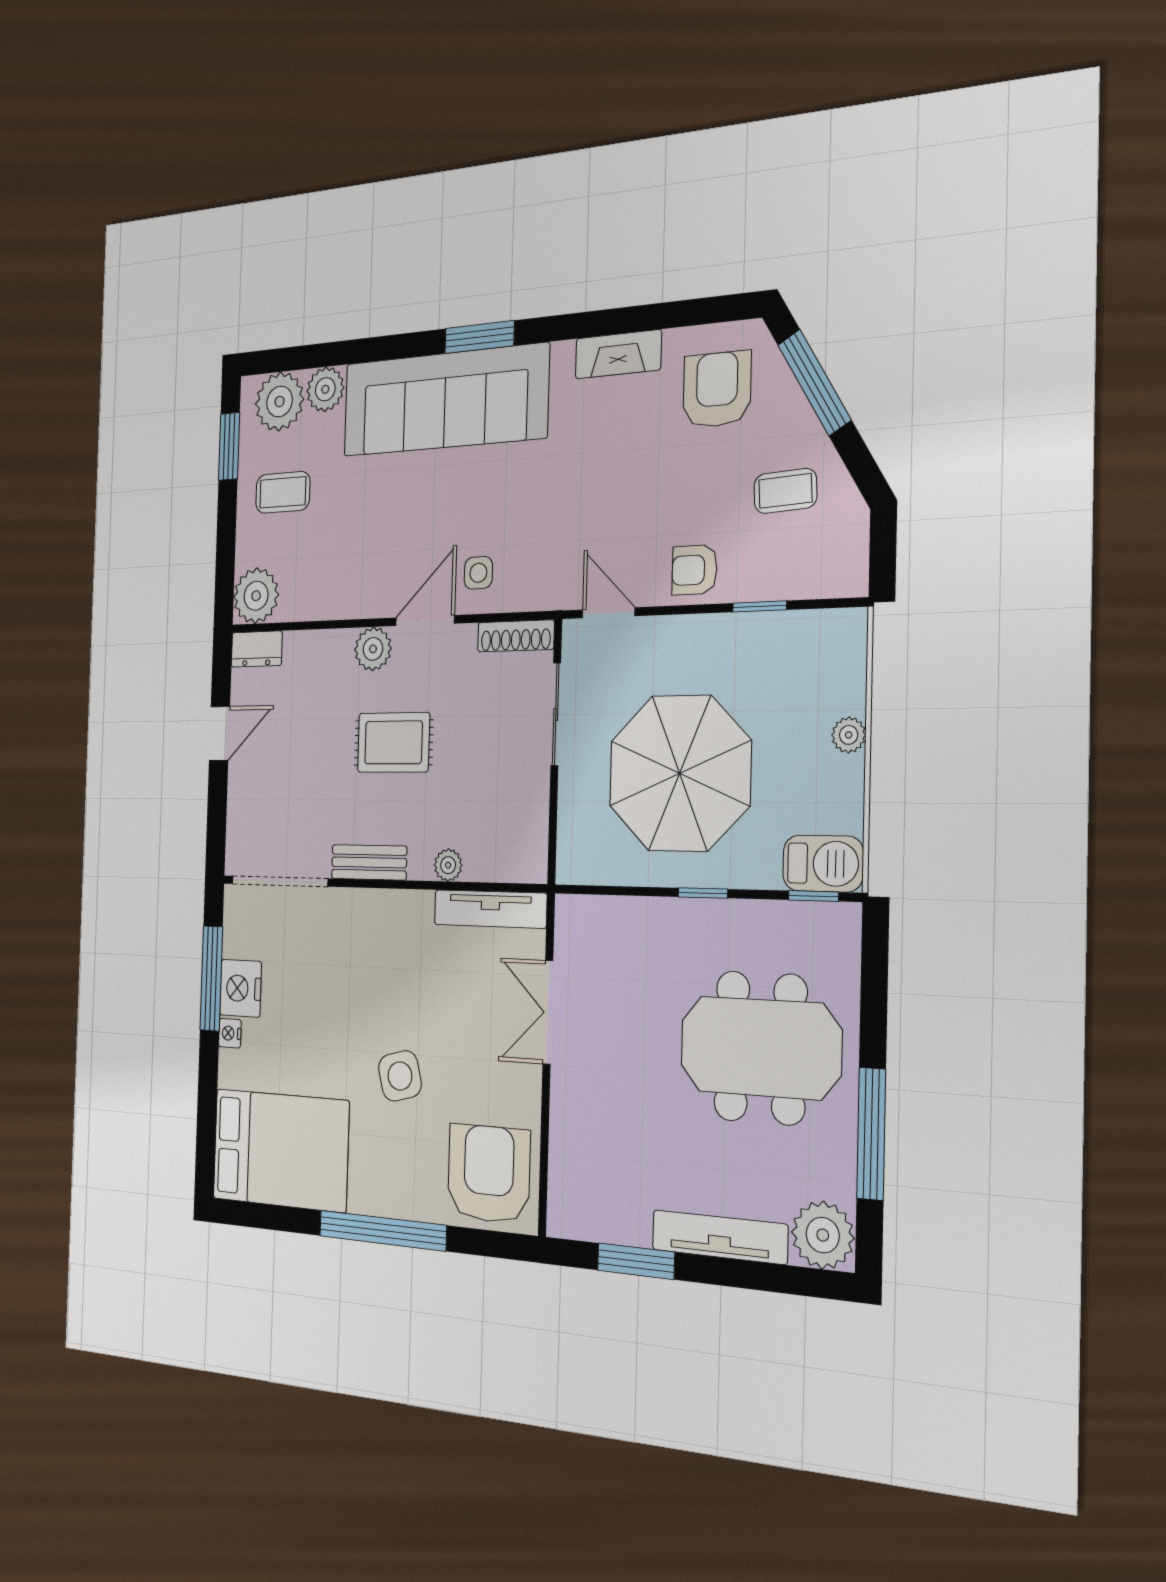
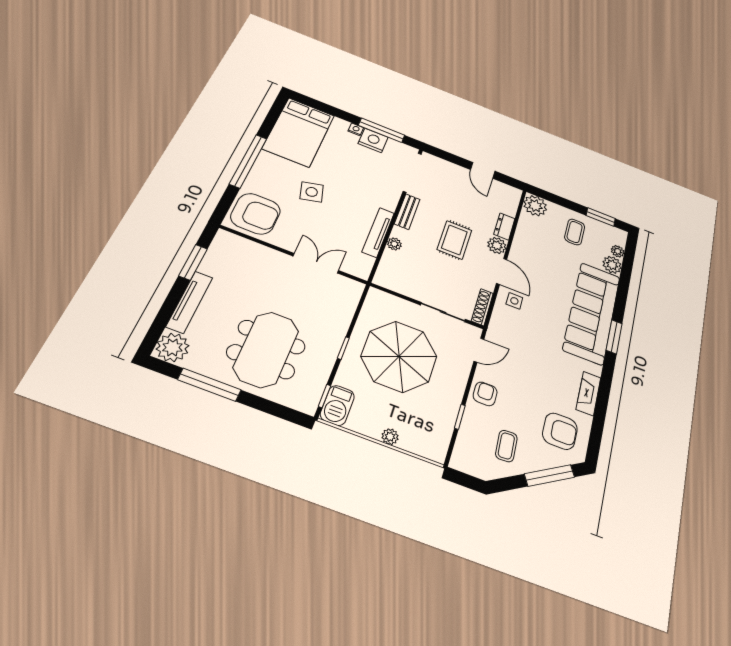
plant: (280, 402) -> (618, 251), width x0.53, depth x0.53
dresser: (257, 649) -> (504, 227), moved
tv unit: (490, 909) -> (378, 232), moved

